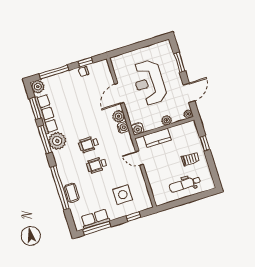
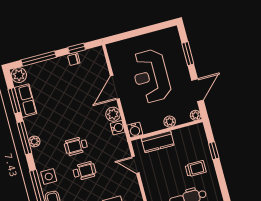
row of seats: (46, 114) -> (26, 101), width x0.68
plant: (57, 141) -> (34, 141), width x0.53, depth x0.53
wheelchair: (97, 165) -> (84, 171), turned 180
side table: (67, 171) -> (49, 176), added

